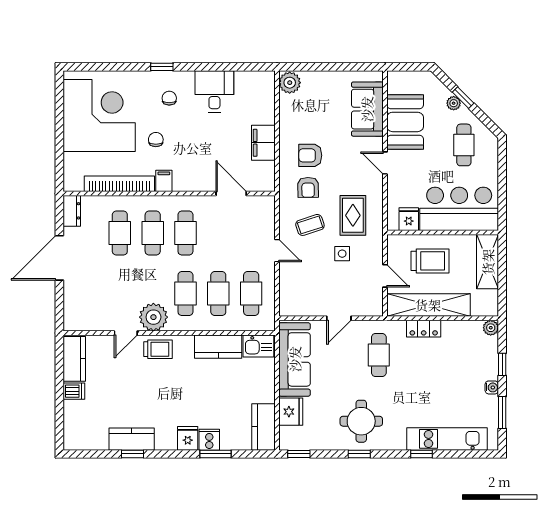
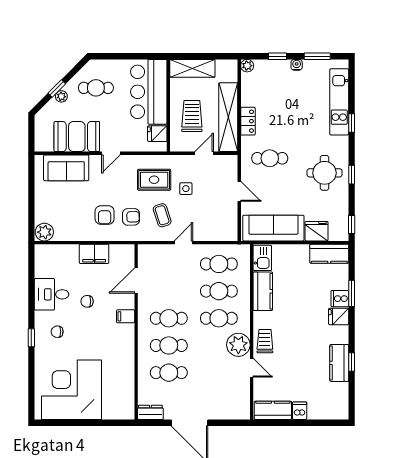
chair: (156, 140) -> (87, 301), moved
filing cabinet: (164, 181) -> (126, 316), moved
bookcase: (119, 184) -> (128, 373), removed

